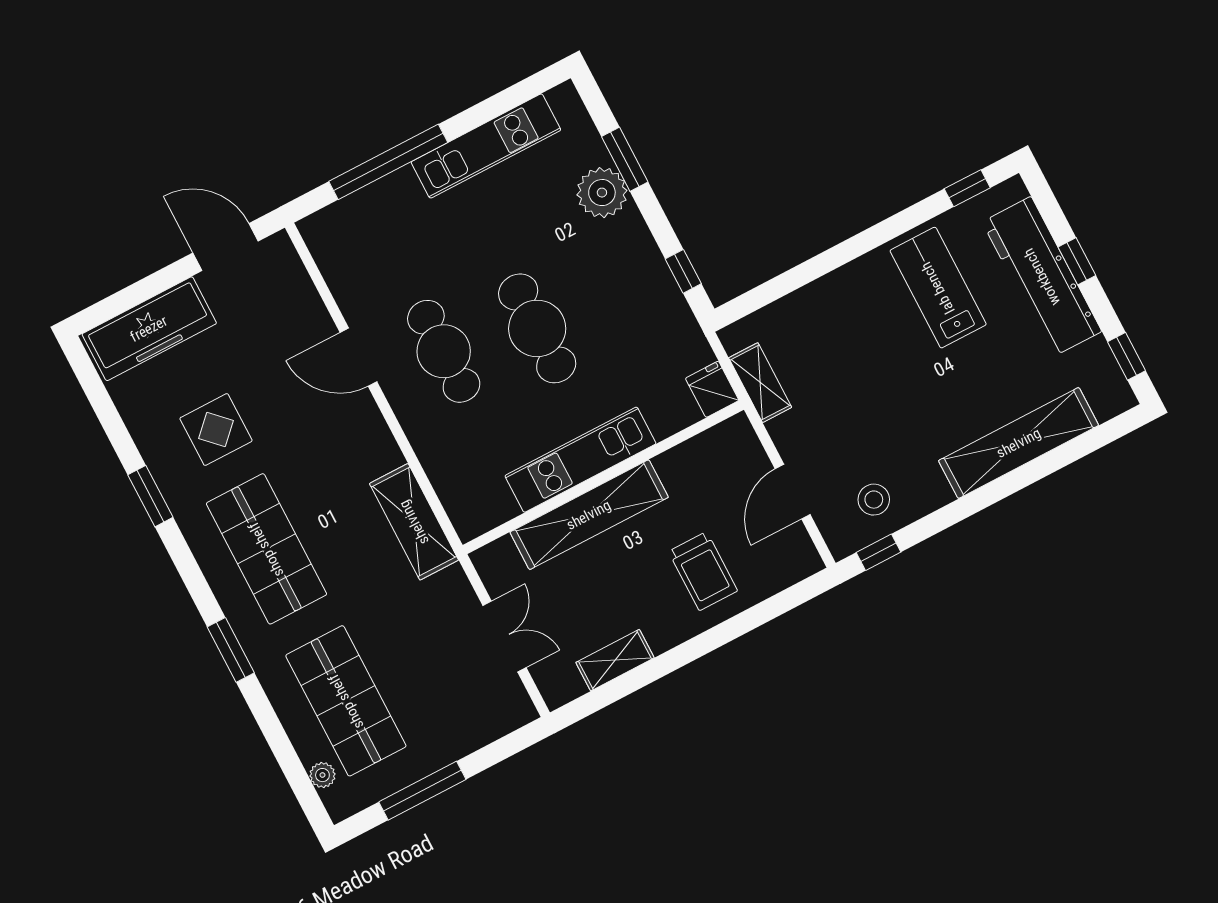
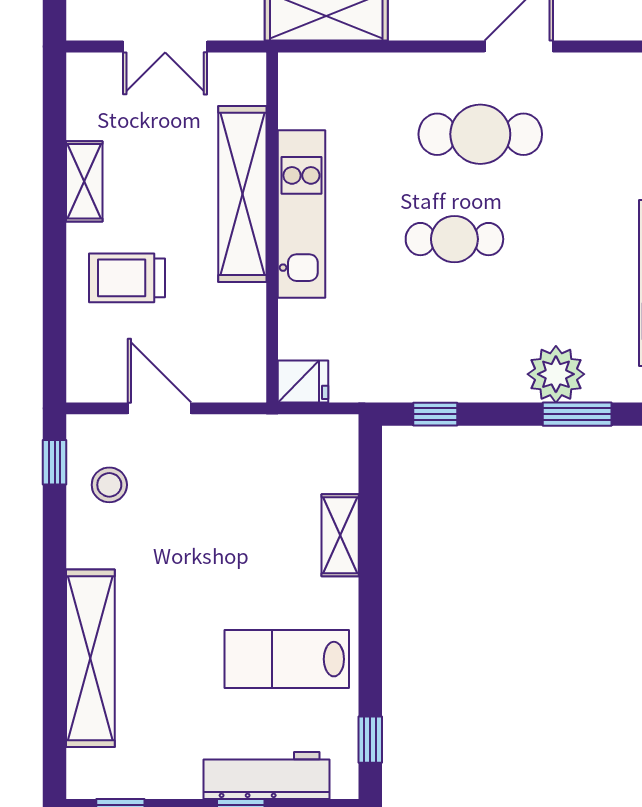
workbench: (1042, 277) -> (267, 776), width x0.73, depth x0.76
lab bench: (938, 288) -> (287, 659), turned 180
cafe table: (537, 328) -> (454, 239), width x0.73, depth x0.74
shelving: (760, 383) -> (340, 535), moved, turned 90
shelving: (615, 660) -> (84, 181), moved

